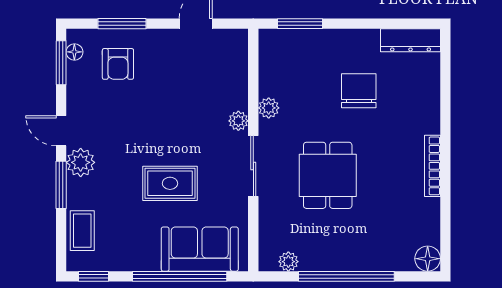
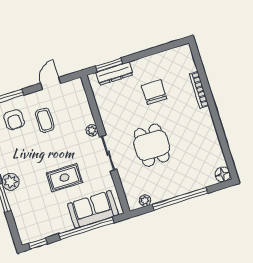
dresser: (411, 40) -> (114, 74), moved
plant: (269, 108) -> (107, 118), removed
bookcase: (432, 166) -> (199, 90), moved
coffee table: (82, 231) -> (45, 120), moved

